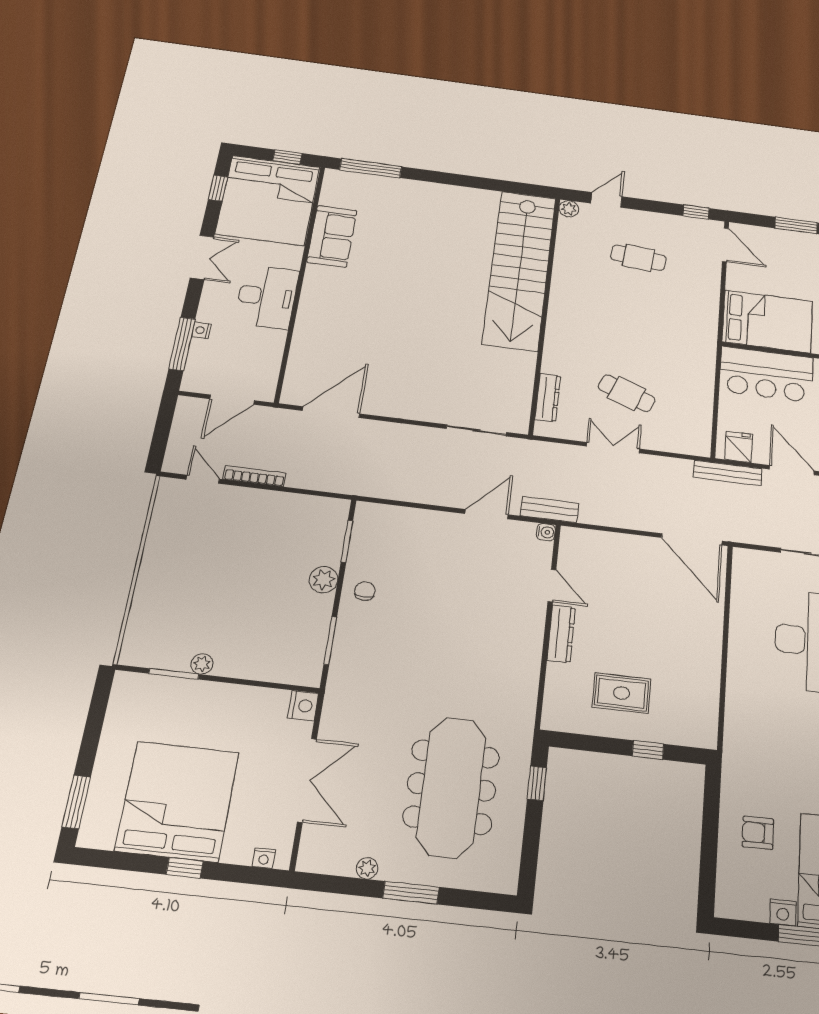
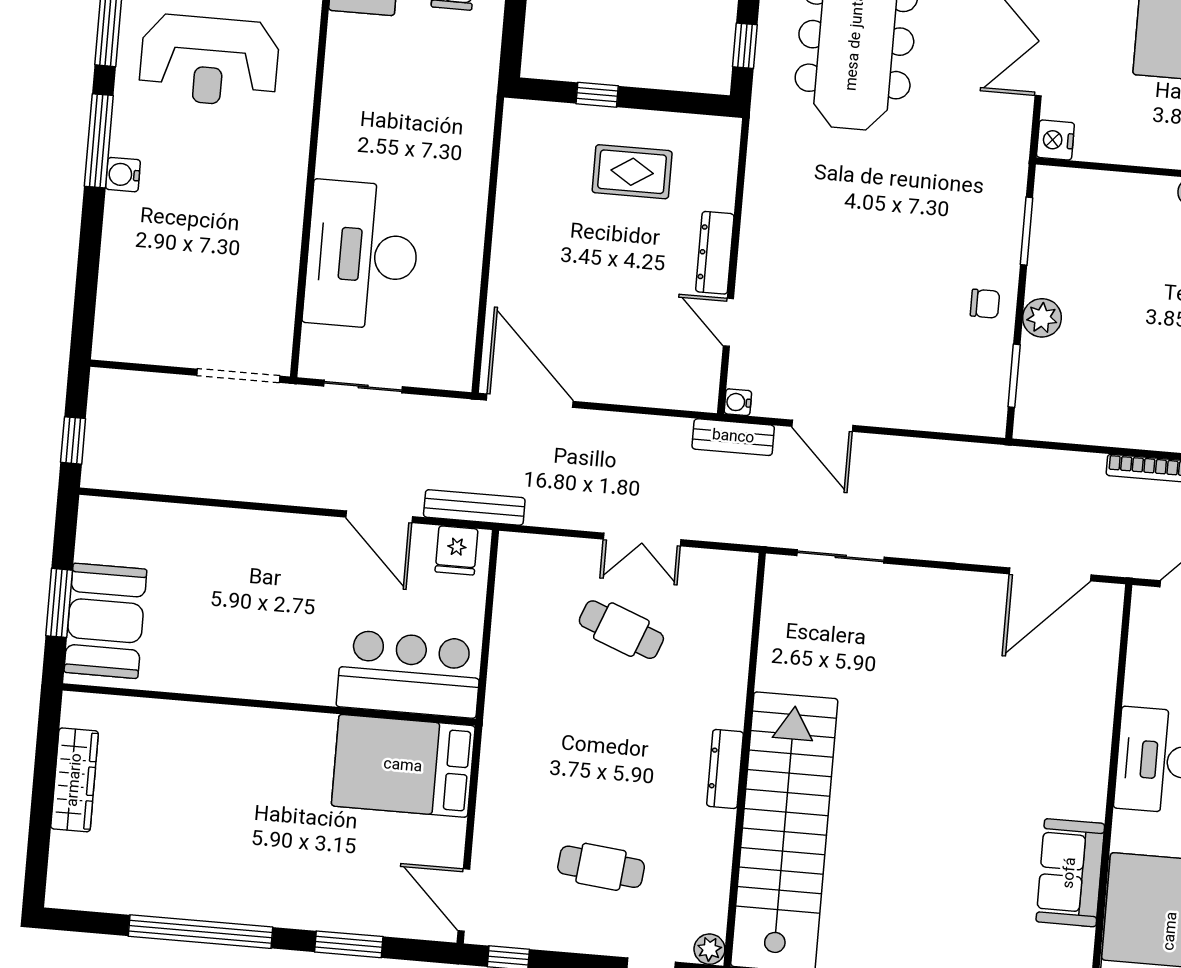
dresser: (548, 398) -> (725, 769), moved
door: (487, 514) -> (822, 426), hinge flipped
chair: (365, 591) -> (985, 304), turned -90

